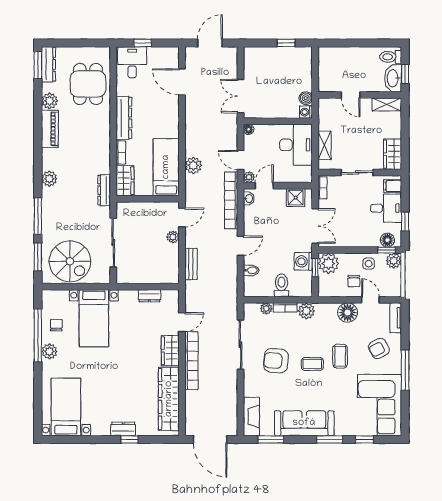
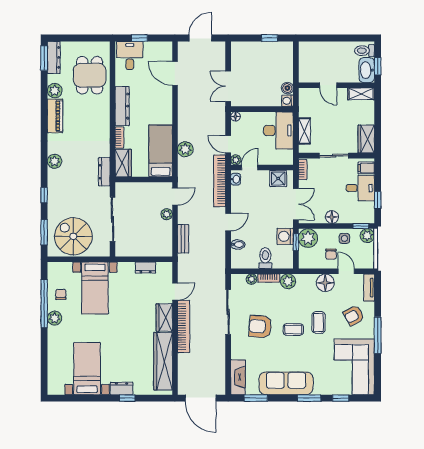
window: (38, 216) -> (44, 195), width x0.46
floor lamp: (387, 240) -> (332, 217), moved
spiral stairs: (70, 261) -> (73, 236), turned 180
bed with nightstands: (66, 407) -> (87, 369), moved

